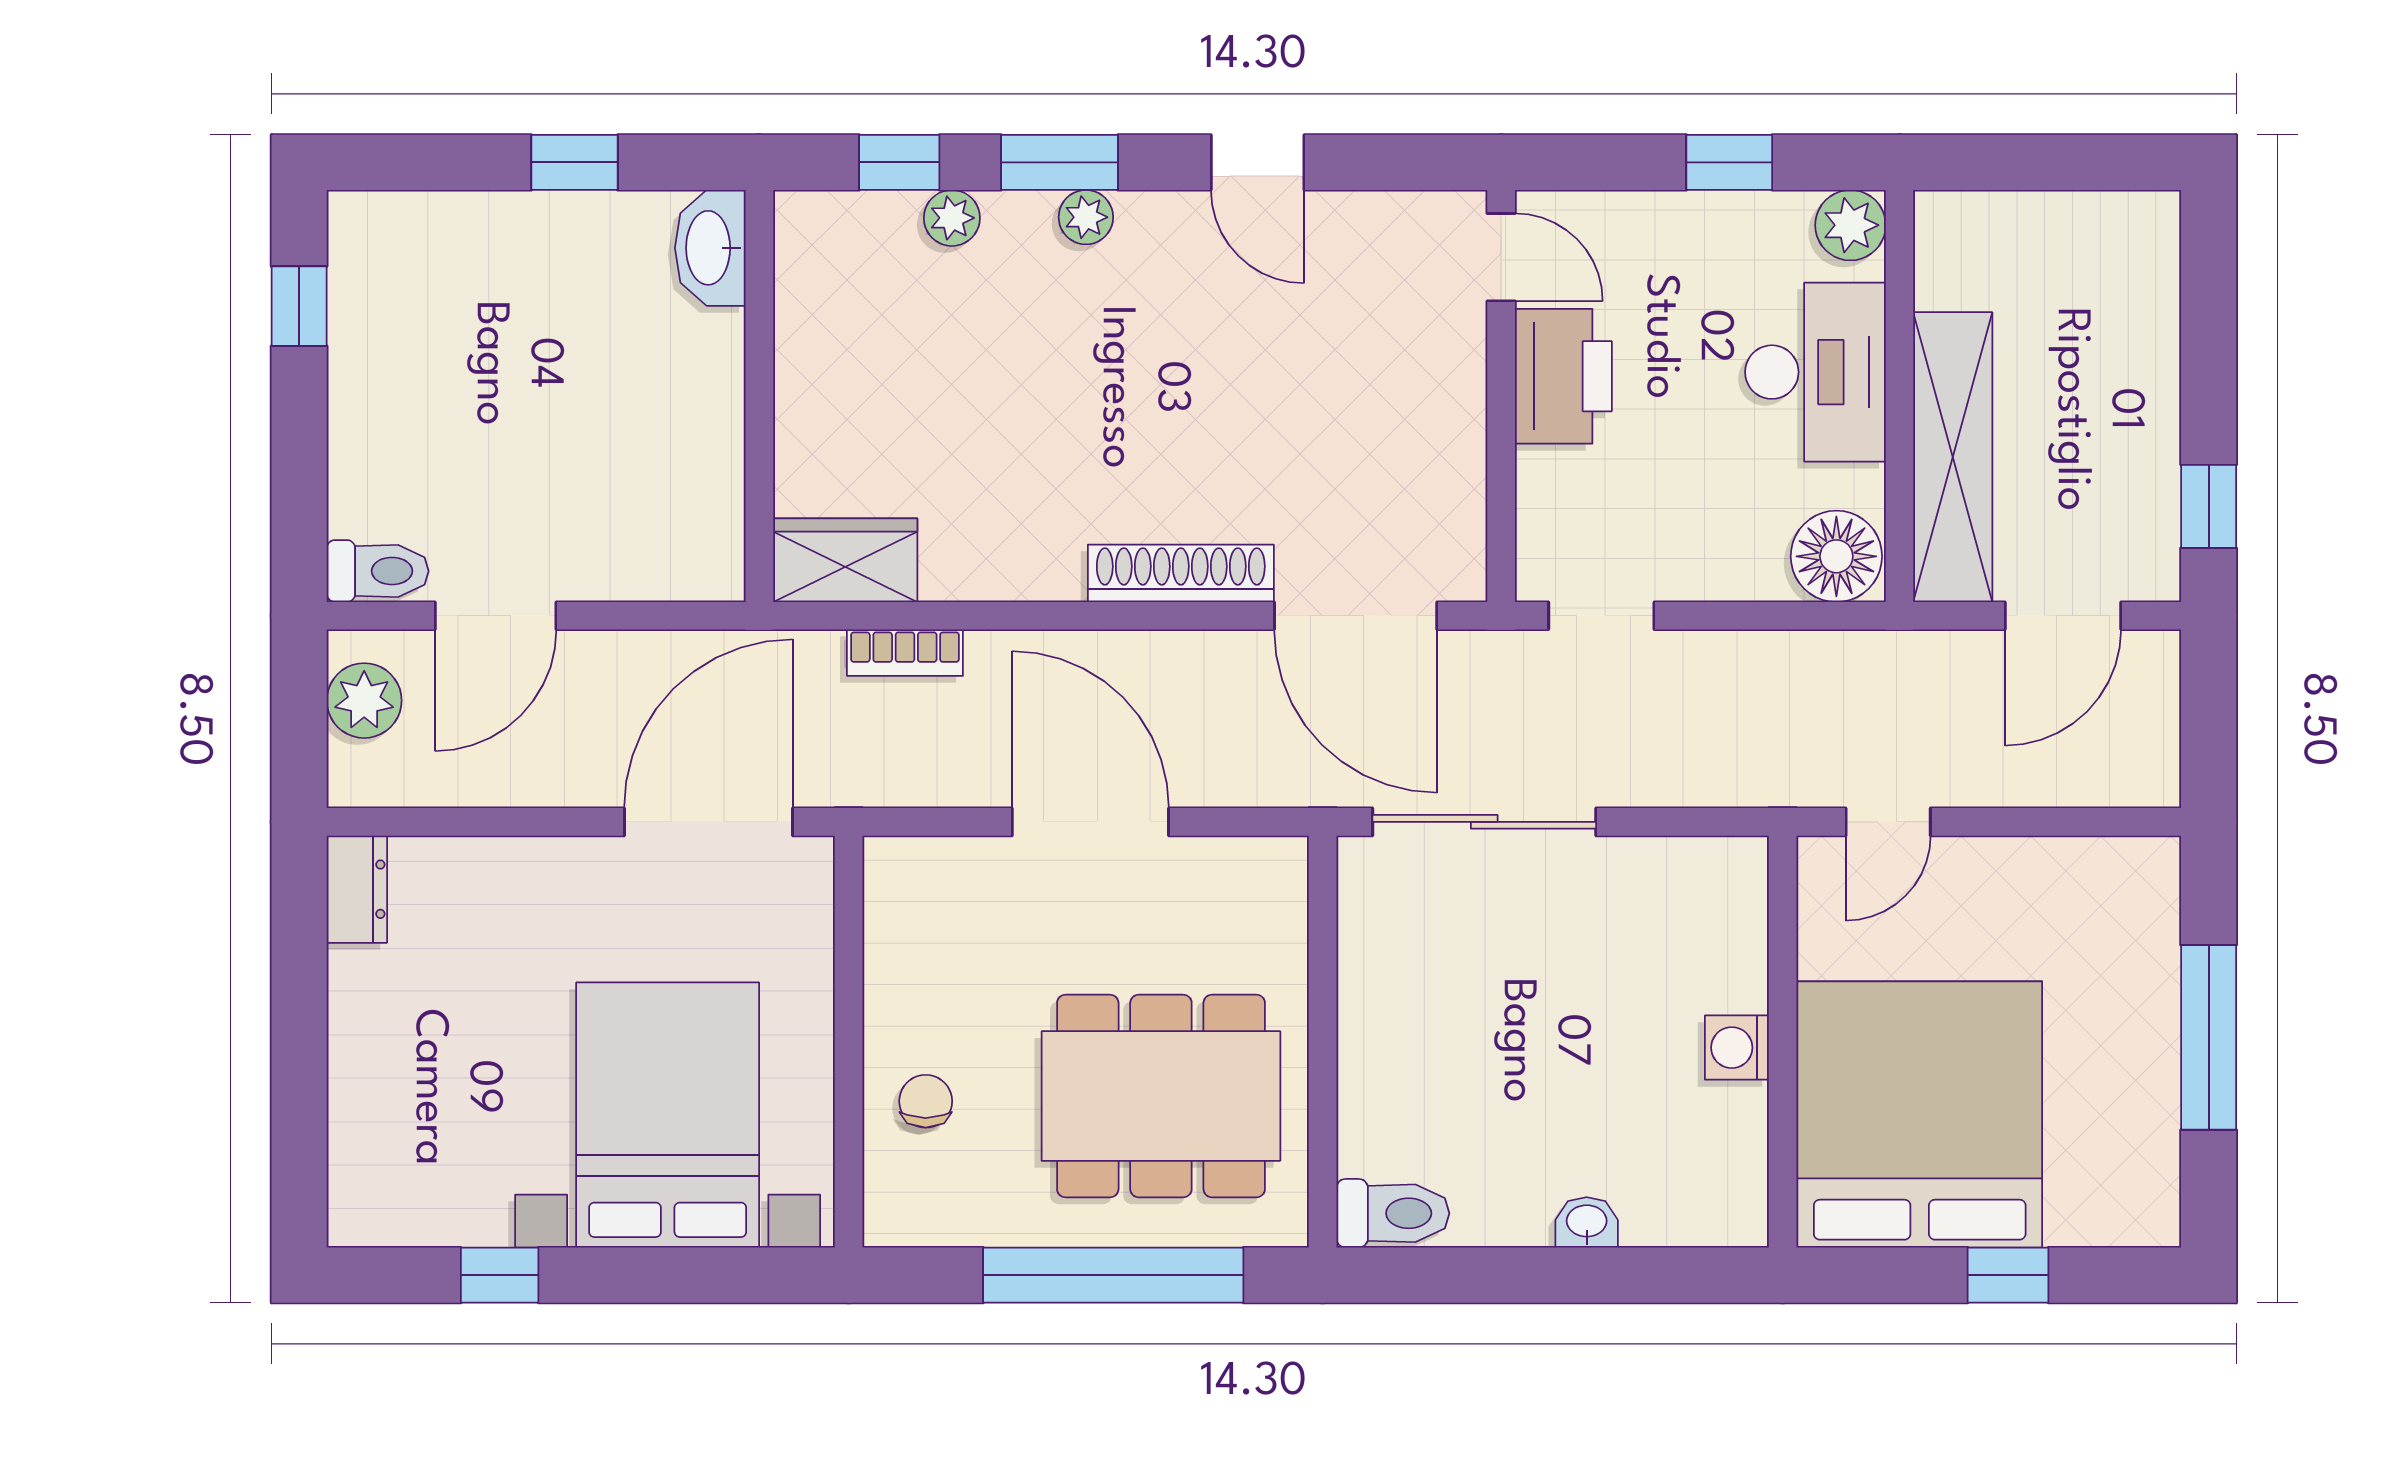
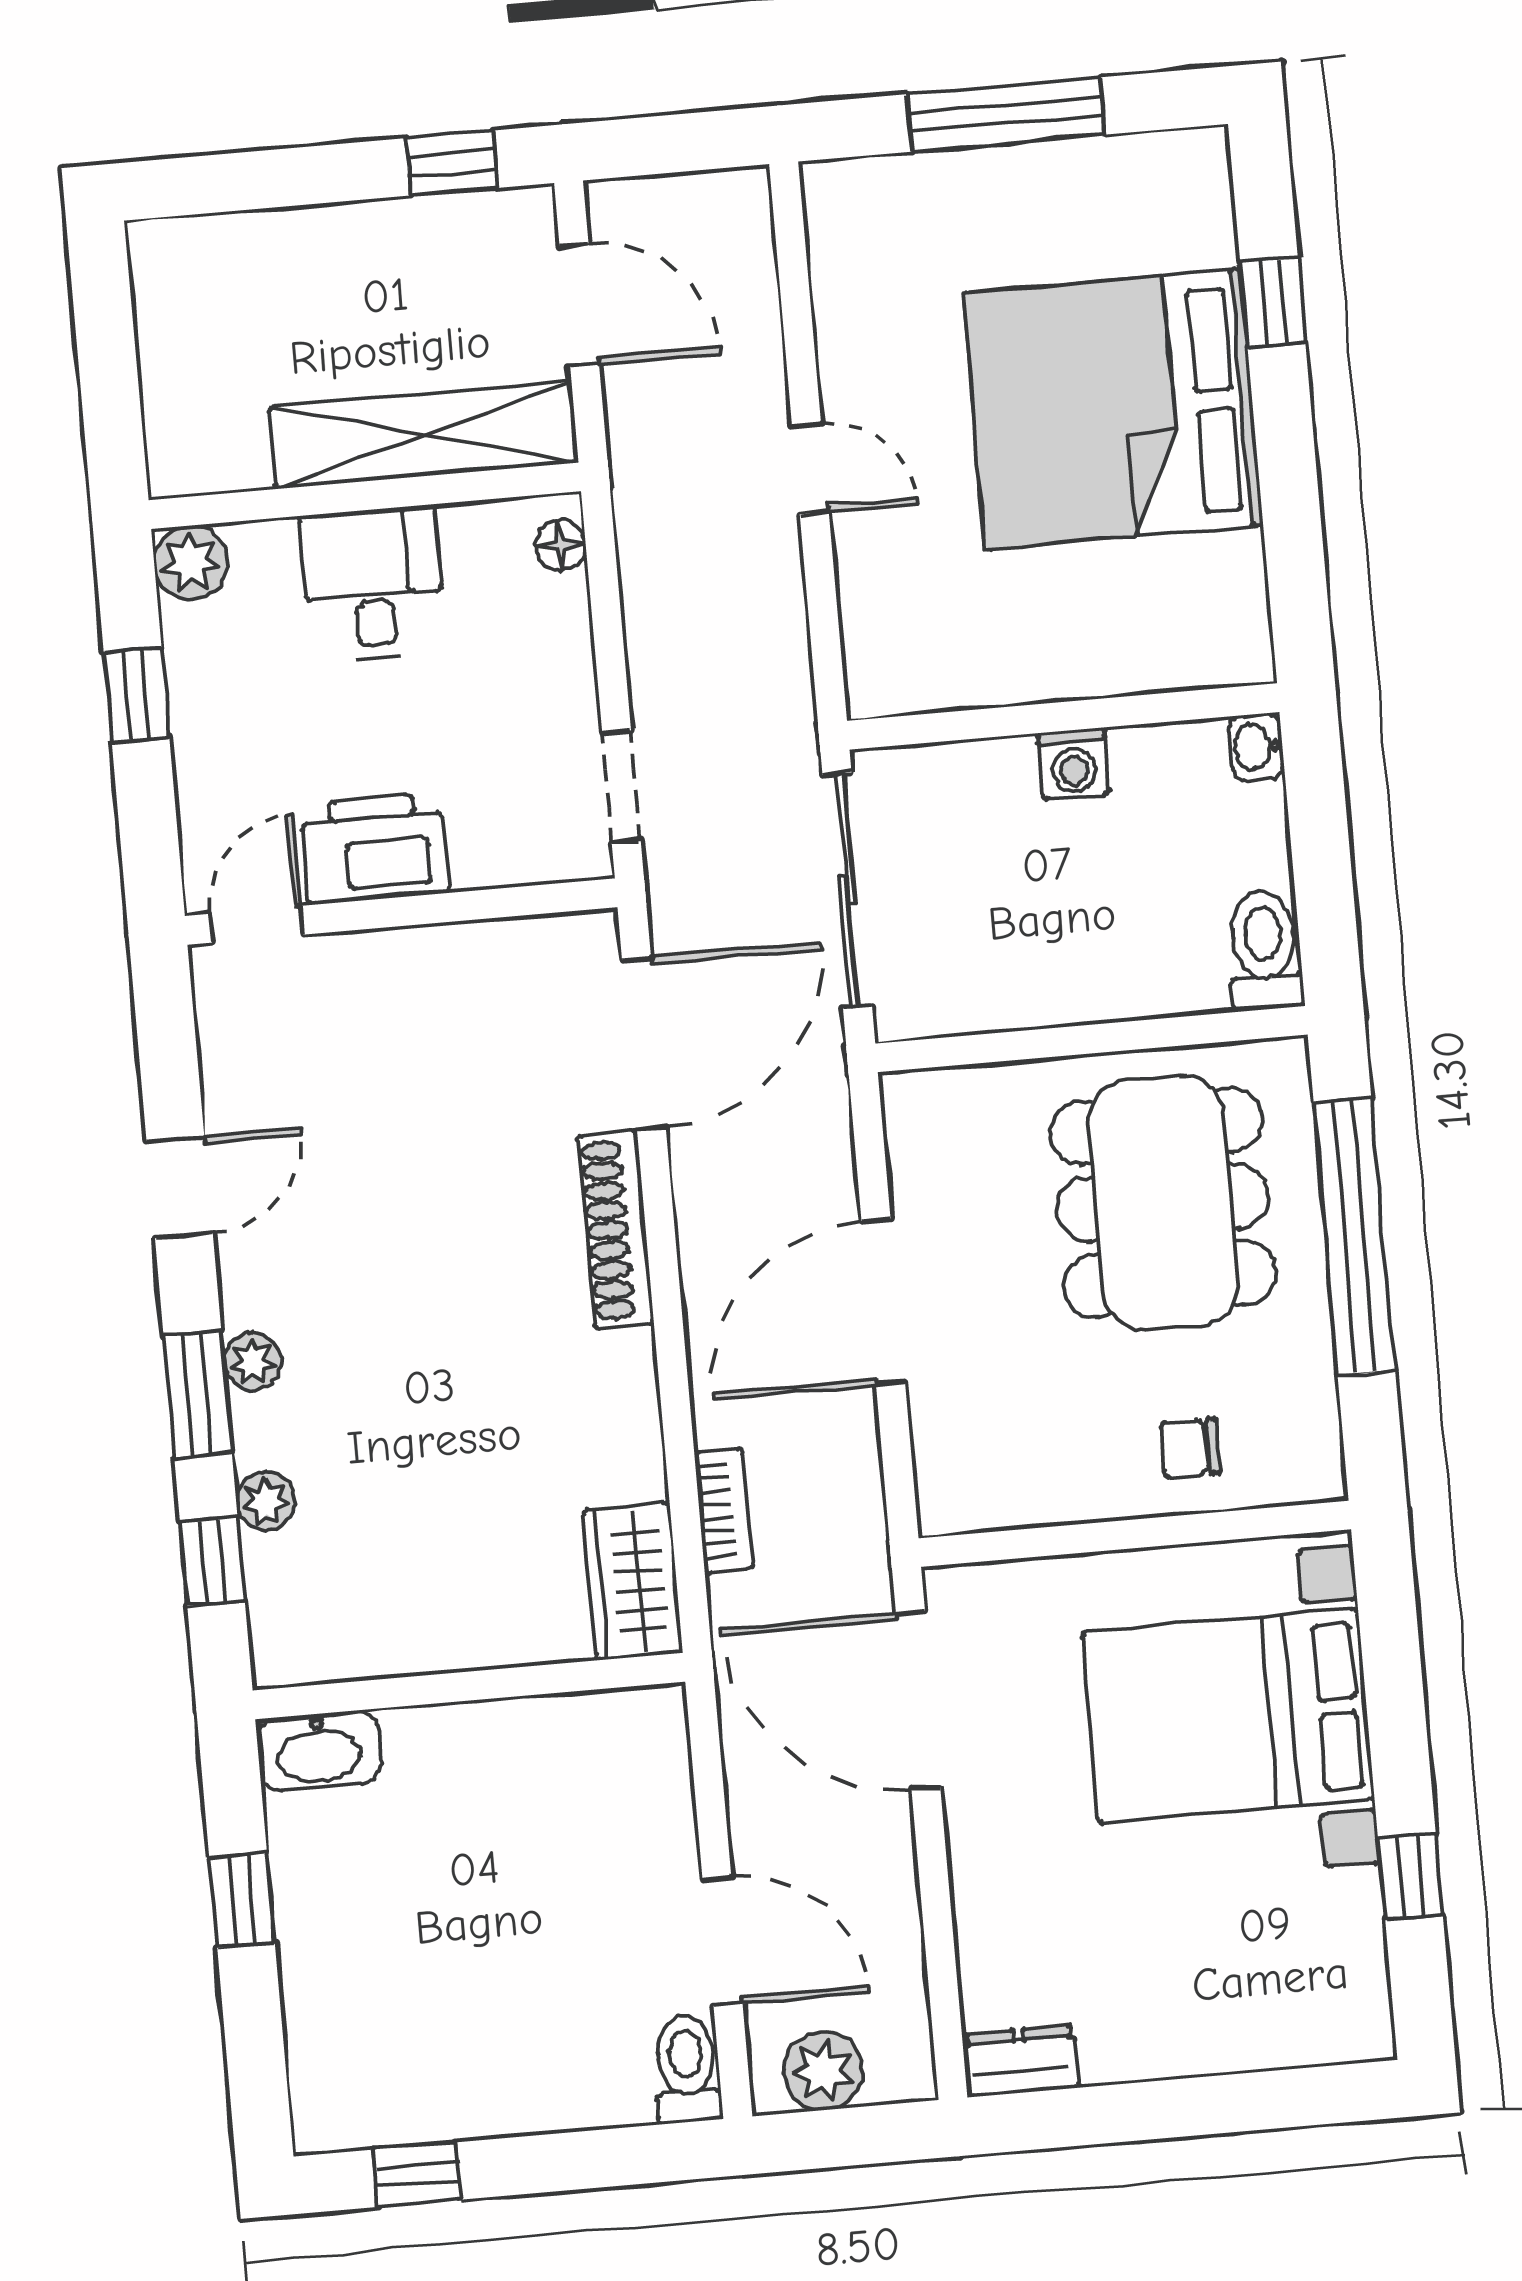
desk: (1815, 372) -> (373, 583), width x0.73
floor lamp: (1836, 556) -> (560, 545), width x0.53, depth x0.53
wall: (1783, 1042) -> (1063, 716), moved
washing machine: (1737, 1048) -> (1074, 764), moved

